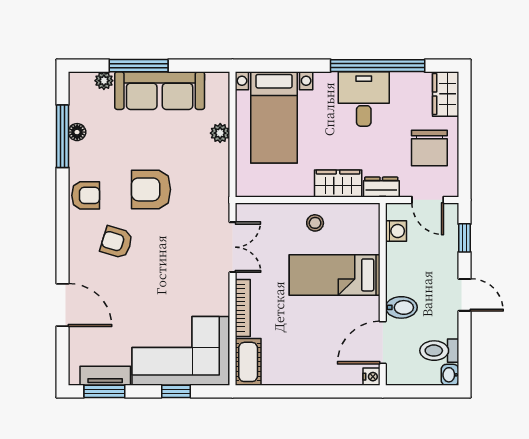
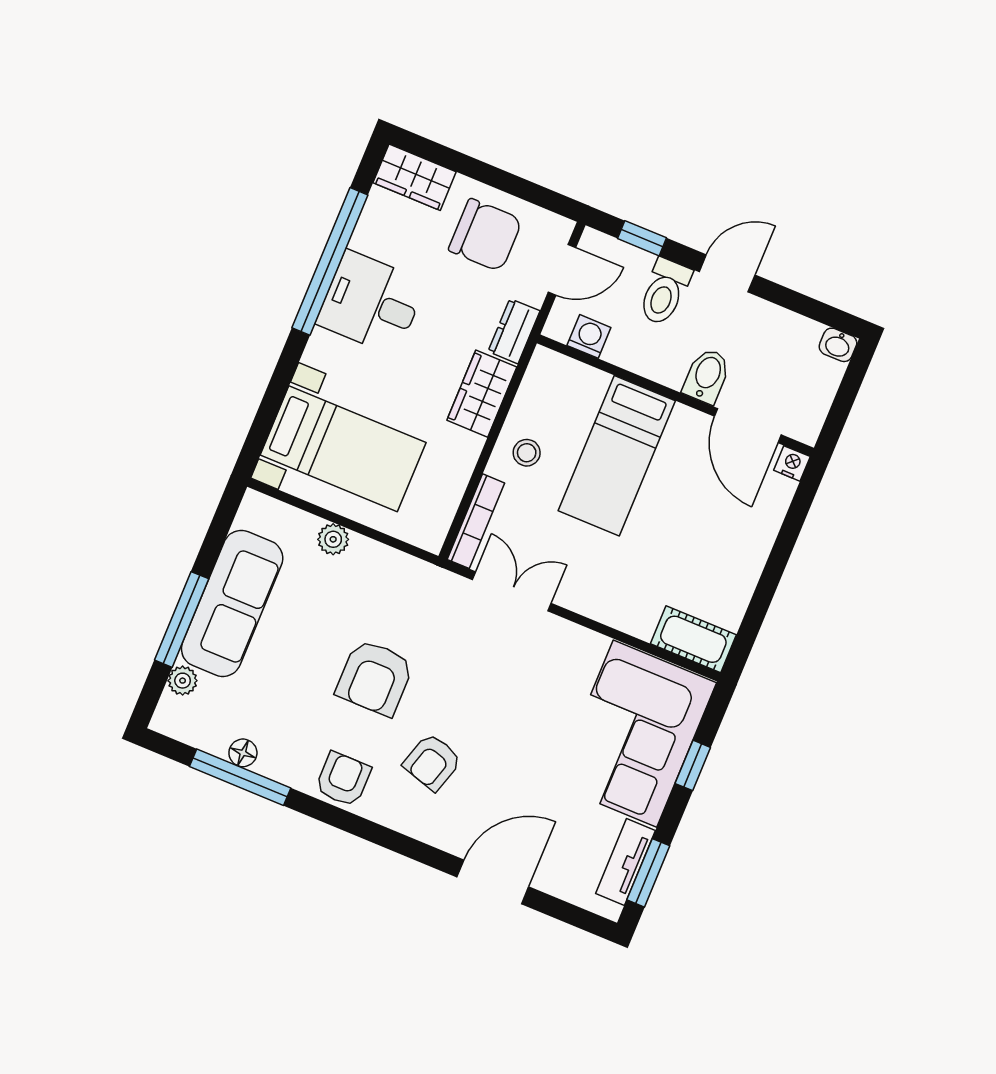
bookcase: (243, 308) -> (476, 521), moved, turned 90
toilet: (439, 351) -> (664, 292), moved

